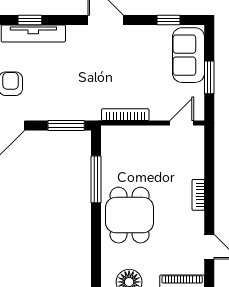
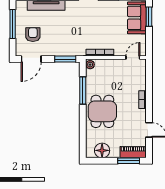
window: (209, 77) -> (149, 17), moved
plant: (109, 135) -> (90, 65), added

